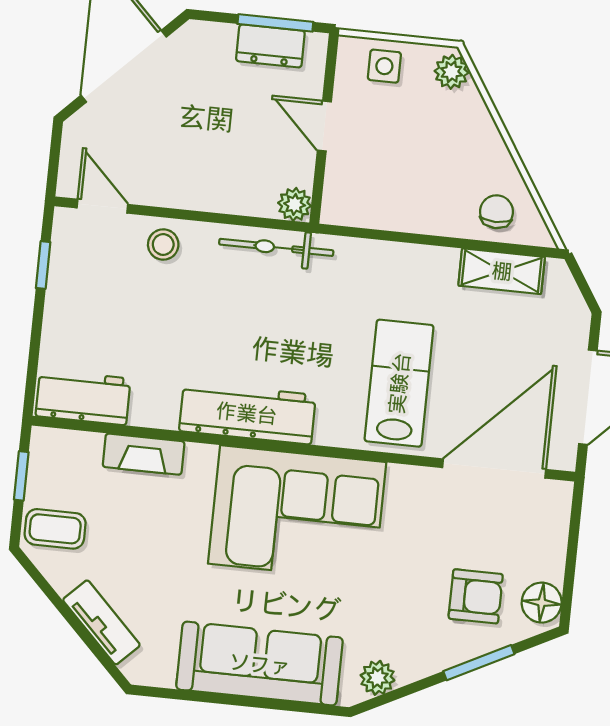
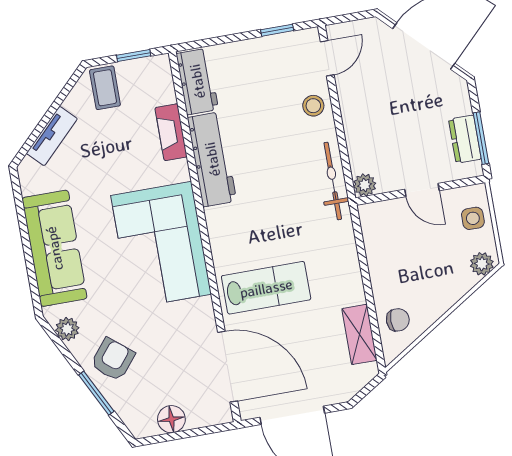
door: (324, 126) -> (422, 190), swing flipped
workbench: (247, 413) -> (212, 159), moved
armchair: (476, 596) -> (113, 359), moved, turned -141
floor lamp: (542, 603) -> (171, 419), moved

